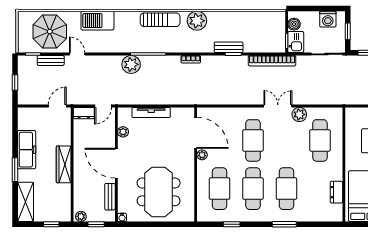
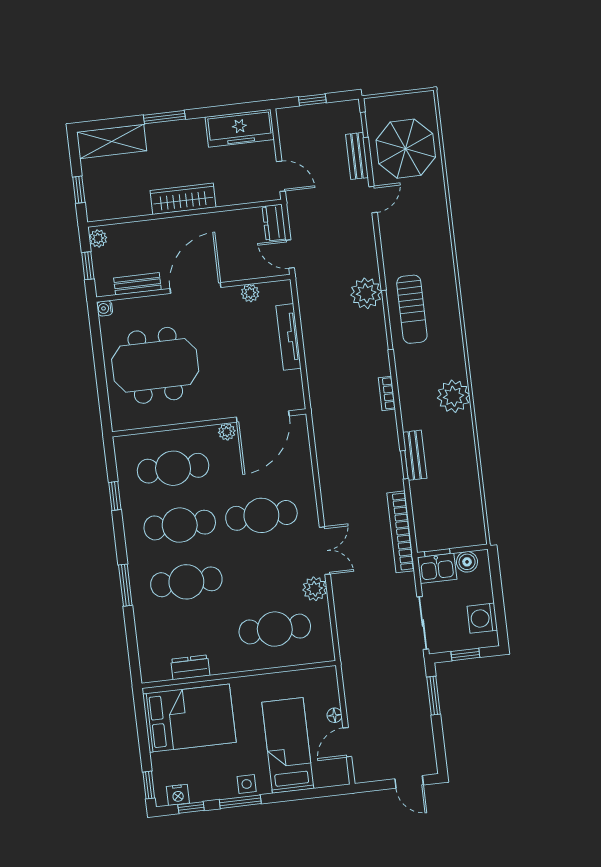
sun lounger: (160, 20) -> (412, 309), moved
barbecue: (97, 21) -> (434, 227), removed
freezer: (27, 150) -> (240, 128), moved

